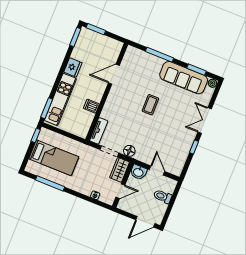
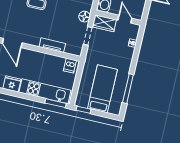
dishwasher: (91, 106) -> (70, 66), moved
tv unit: (99, 131) -> (52, 45), moved

